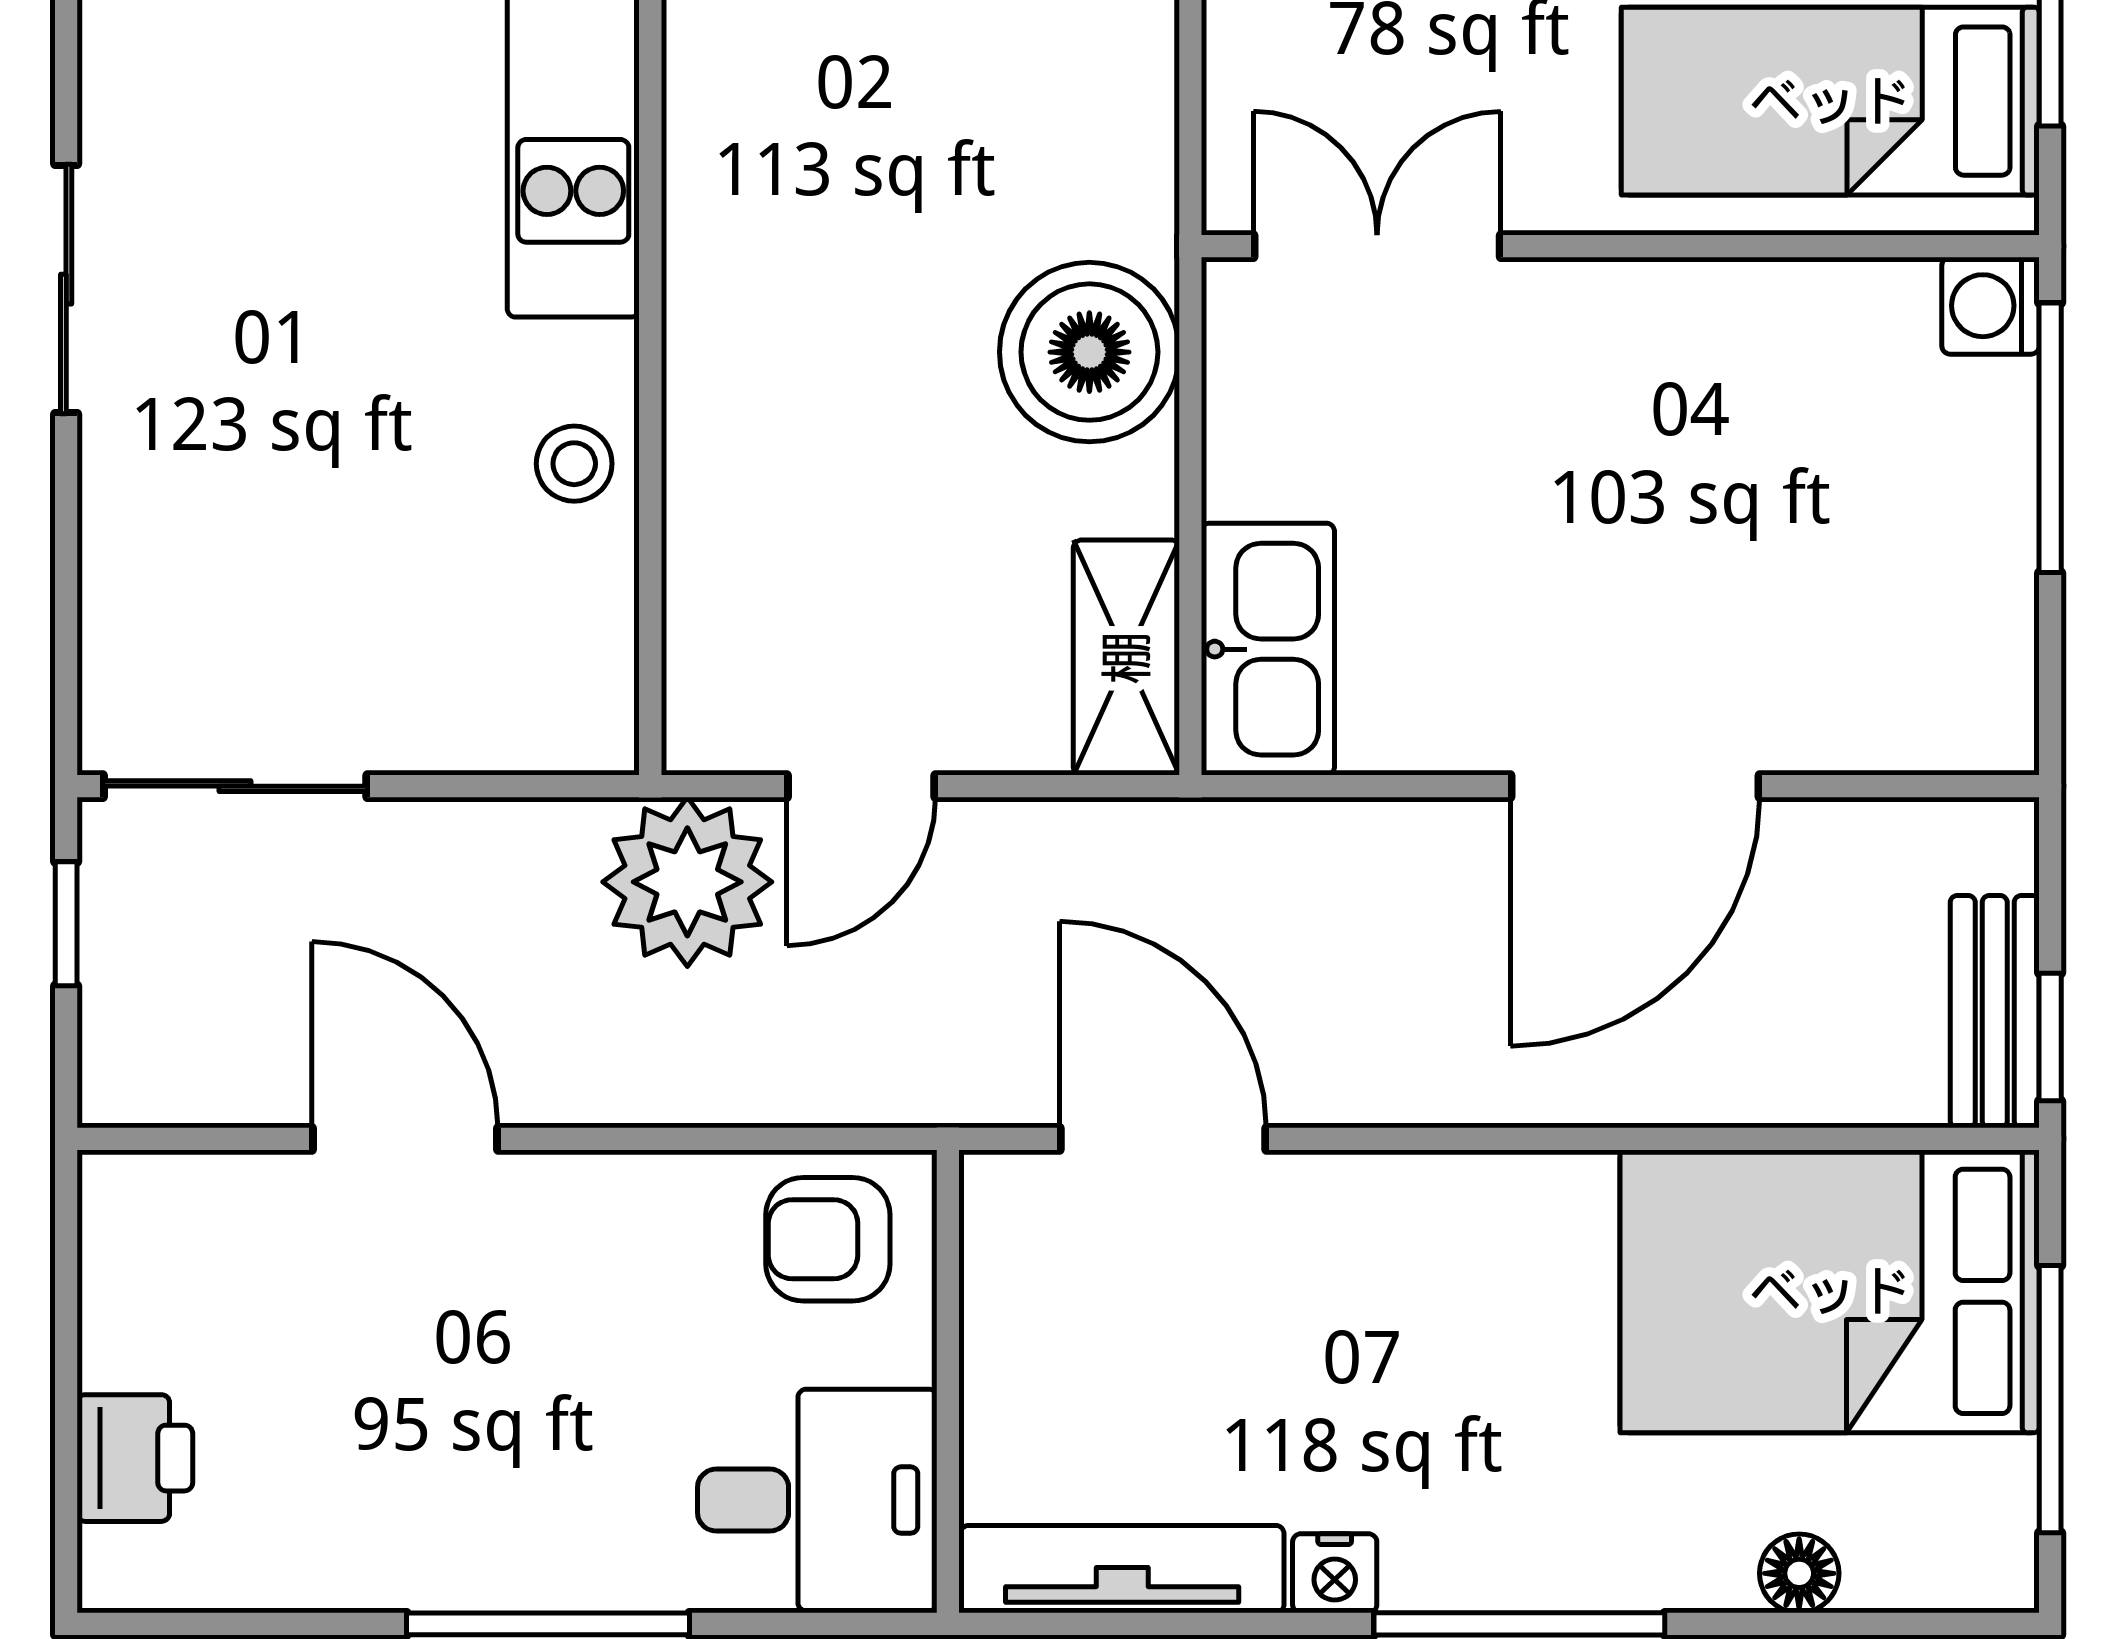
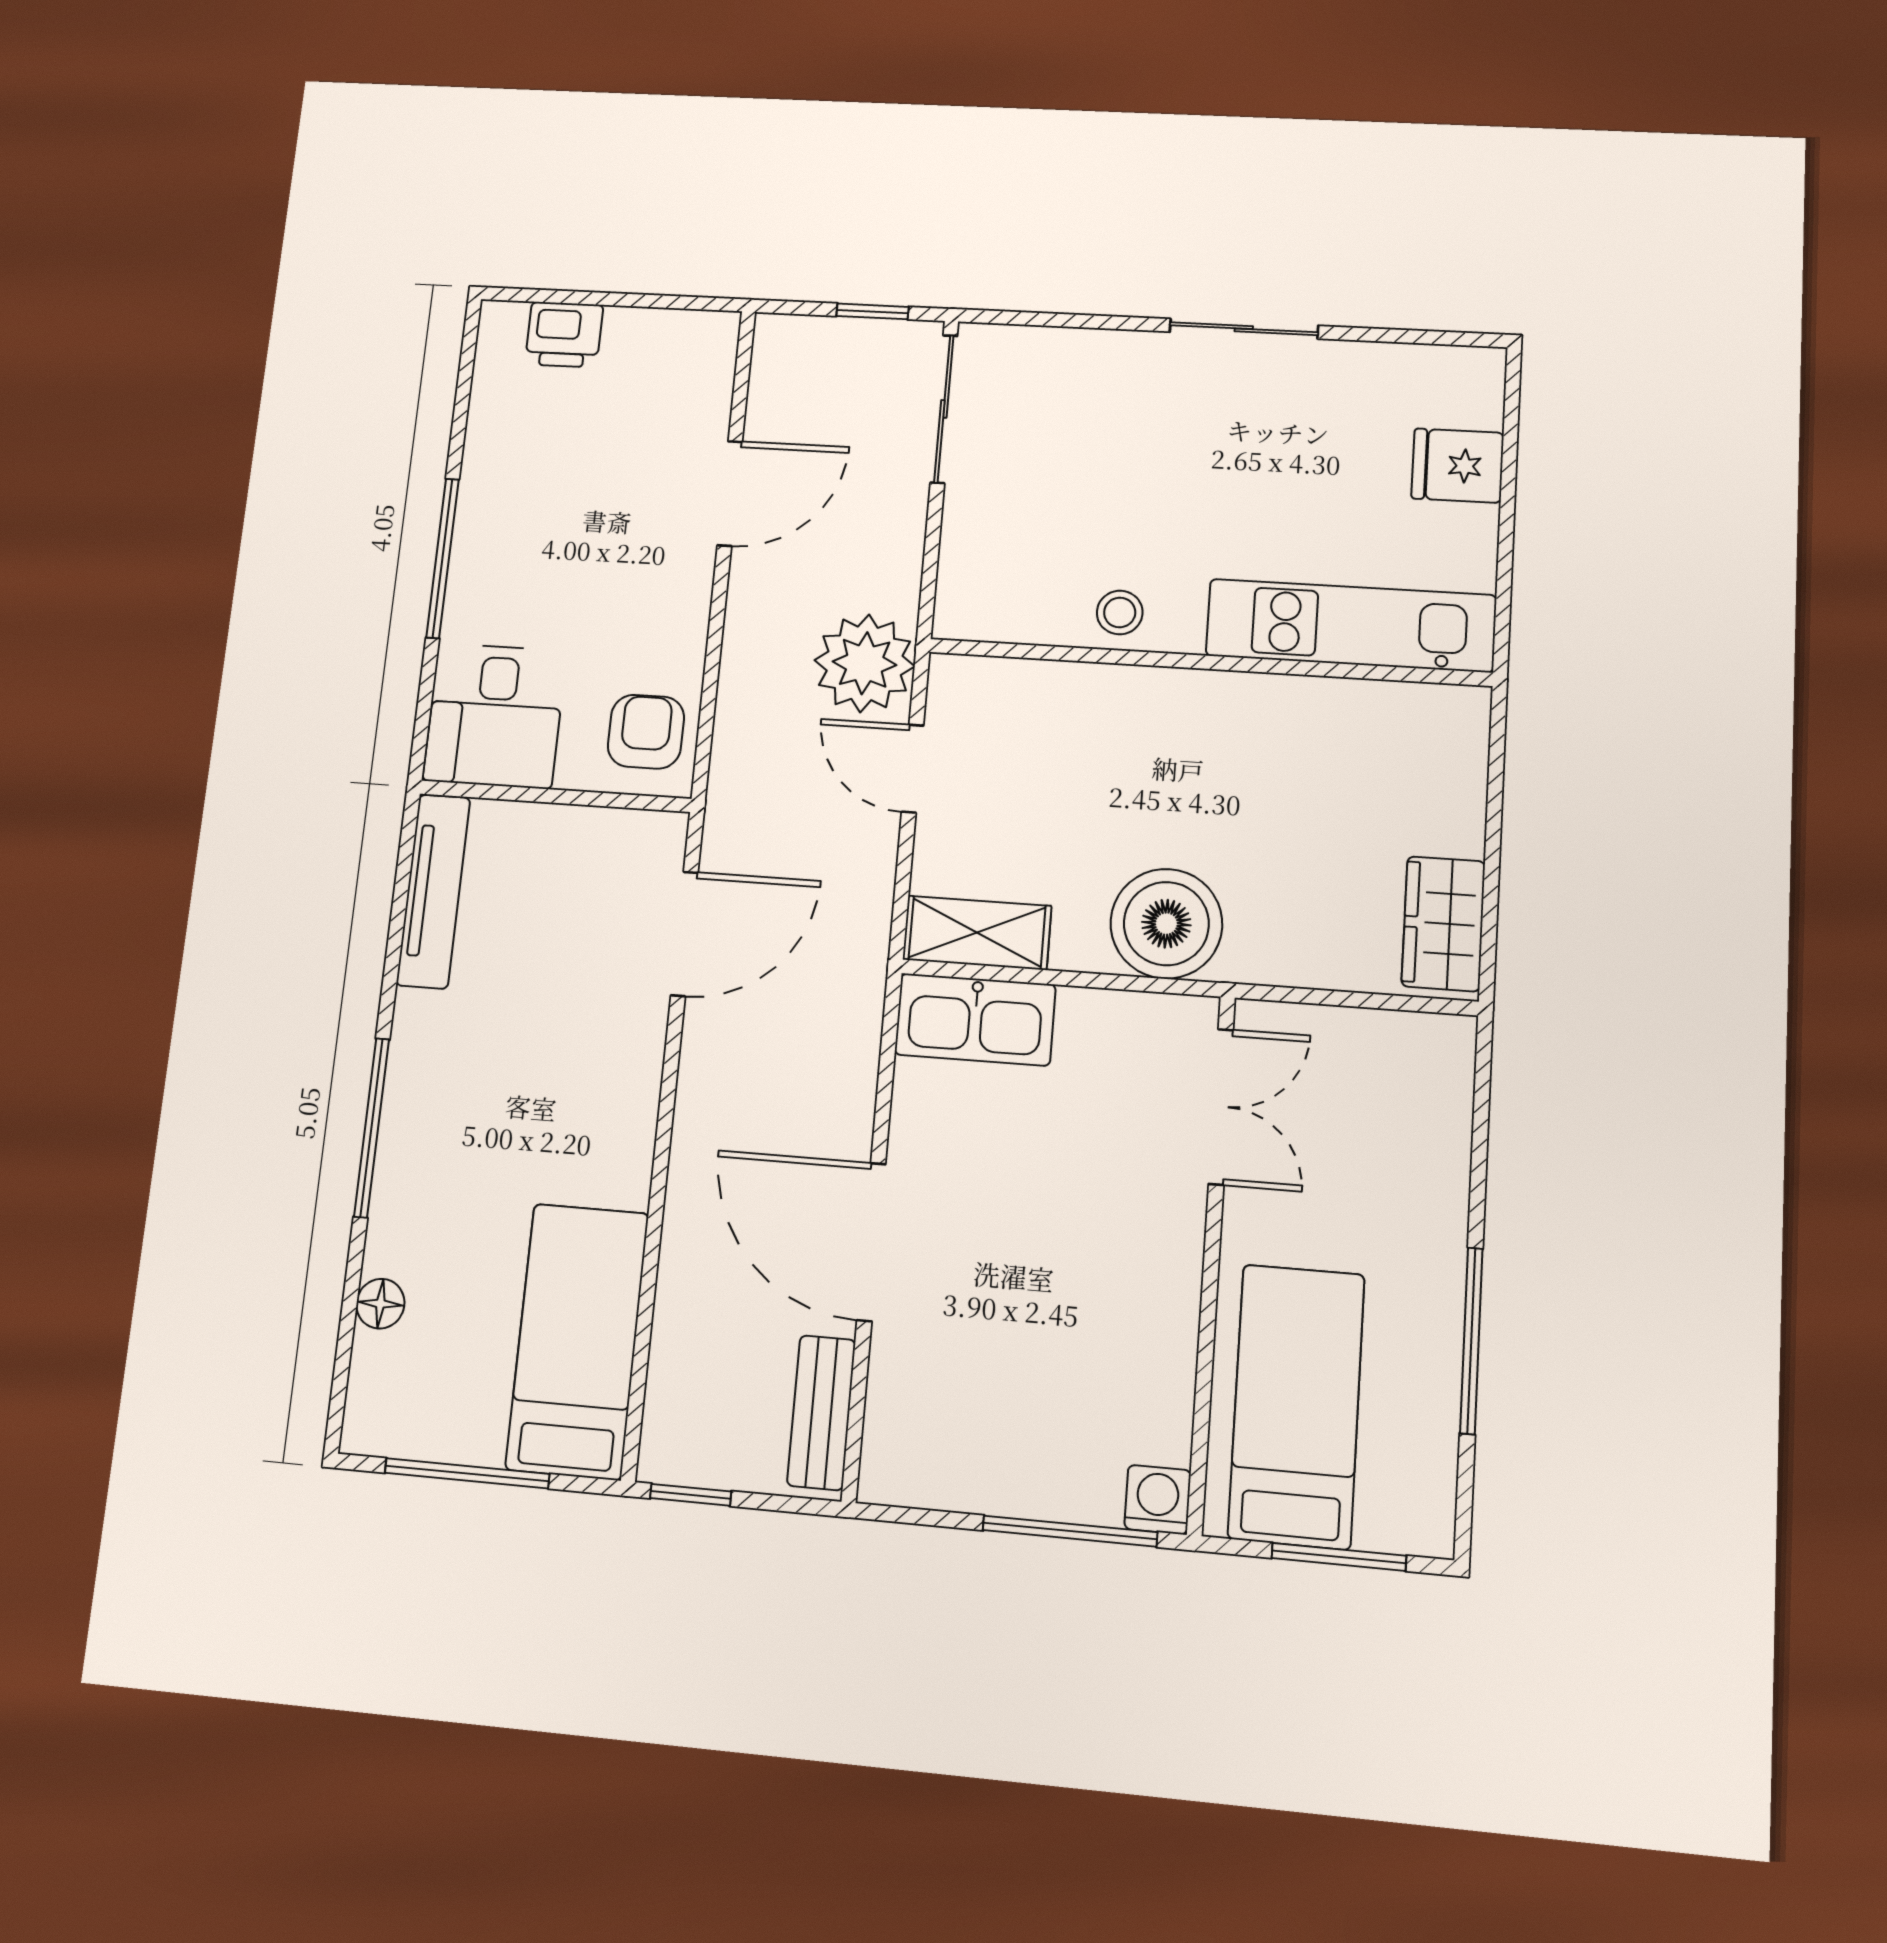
bench: (1995, 1012) -> (821, 1413), moved, turned 90
bed: (1830, 1291) -> (577, 1341), width x0.67
nightstand: (1335, 1573) -> (415, 1018), removed

